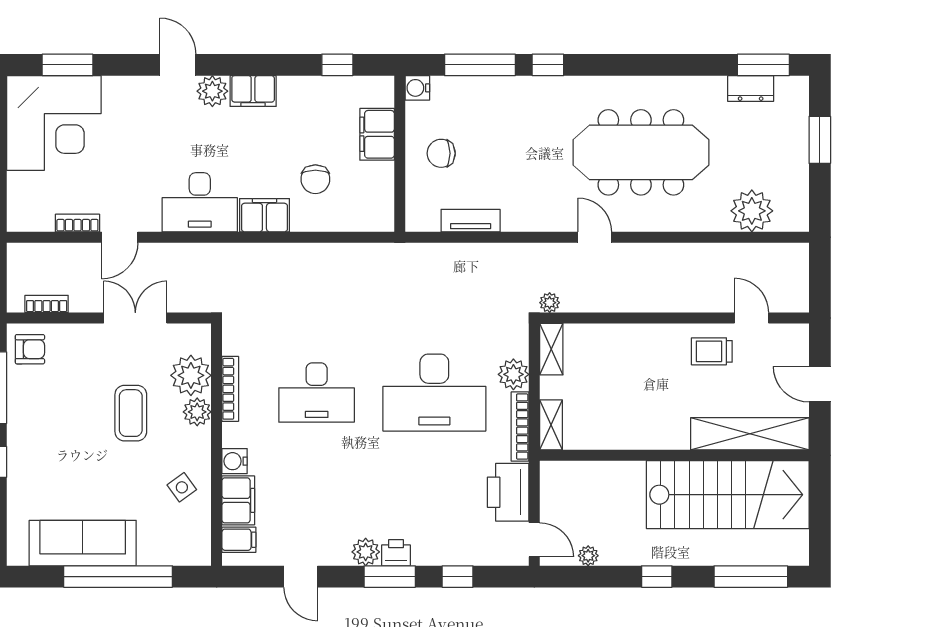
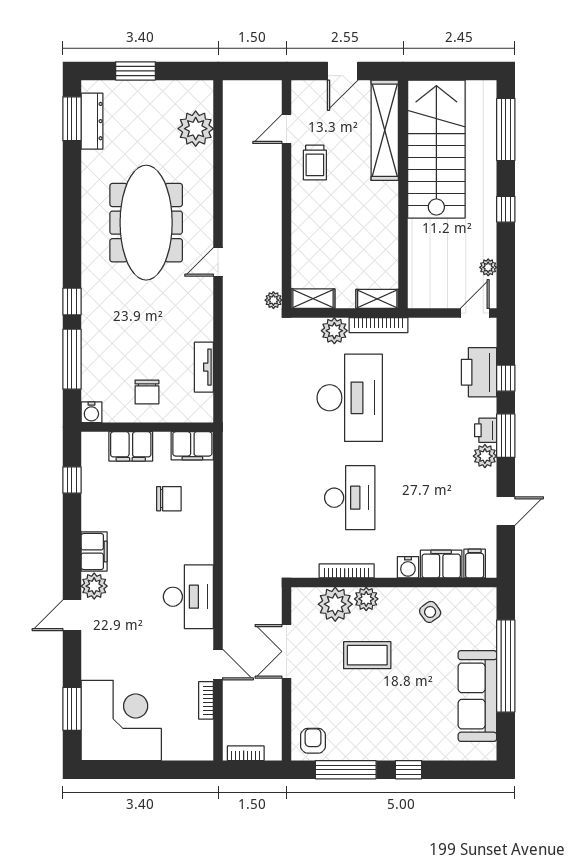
dresser: (751, 89) -> (92, 121), width x1.44
filing cabinet: (264, 215) -> (192, 446), moved, turned -90
bookcase: (47, 304) -> (246, 753), moved, turned 90
printer: (508, 492) -> (479, 372), moved, turned 90

